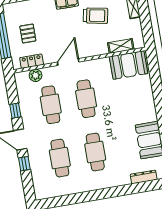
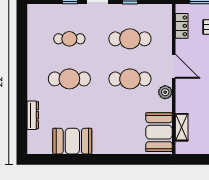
plant: (36, 75) -> (165, 92), moved
cafe table: (60, 158) -> (69, 39), width x0.73, depth x0.74
dresser: (144, 177) -> (33, 115), moved

